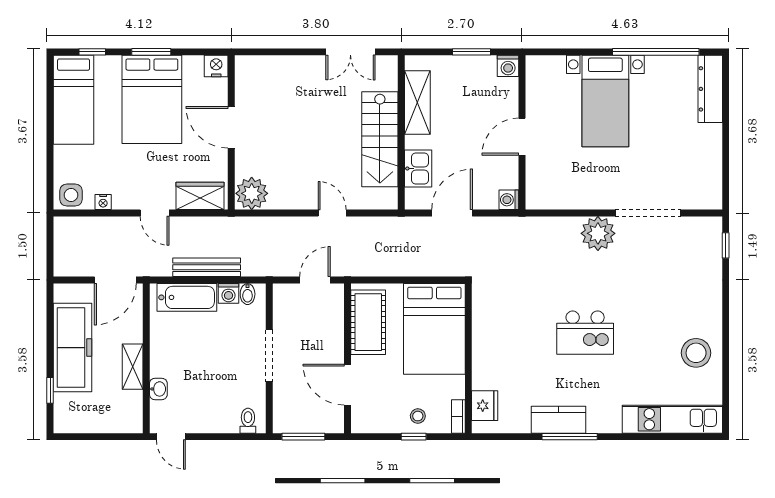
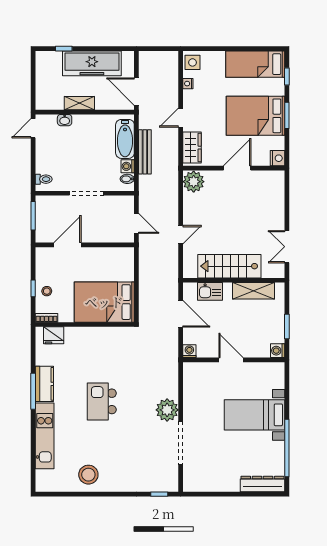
cot: (368, 322) -> (109, 258), removed
kitchen unit: (672, 419) -> (45, 436), moved

